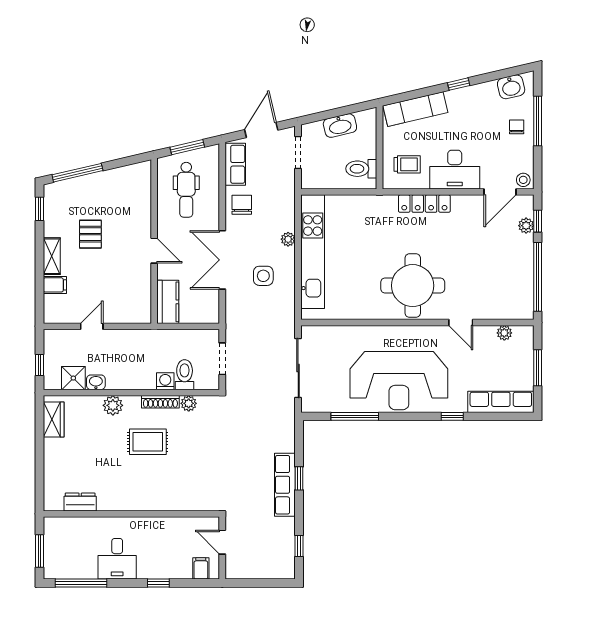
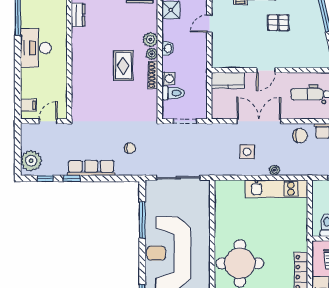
kitchen unit: (313, 252) -> (276, 189), width x0.73
door: (92, 326) -> (209, 24), swing flipped
washbasin: (96, 382) -> (168, 48), moved
plant: (189, 403) -> (152, 54), moved
chair: (258, 433) -> (130, 148), added
window: (299, 478) -> (72, 178), moved
desk: (117, 559) -> (36, 48), width x1.37
plant: (275, 565) -> (31, 161), added
window: (158, 583) -> (18, 73), removed

